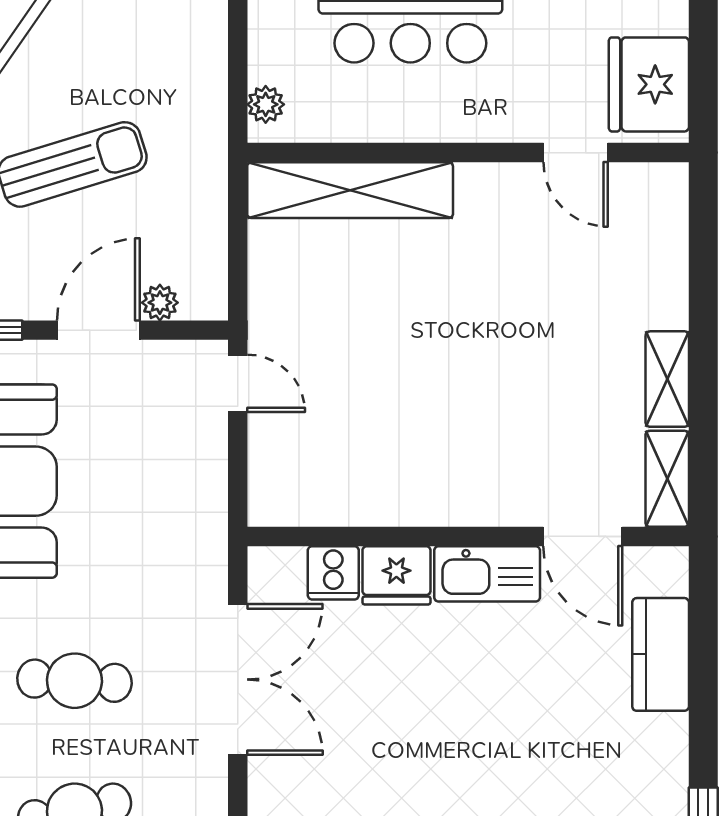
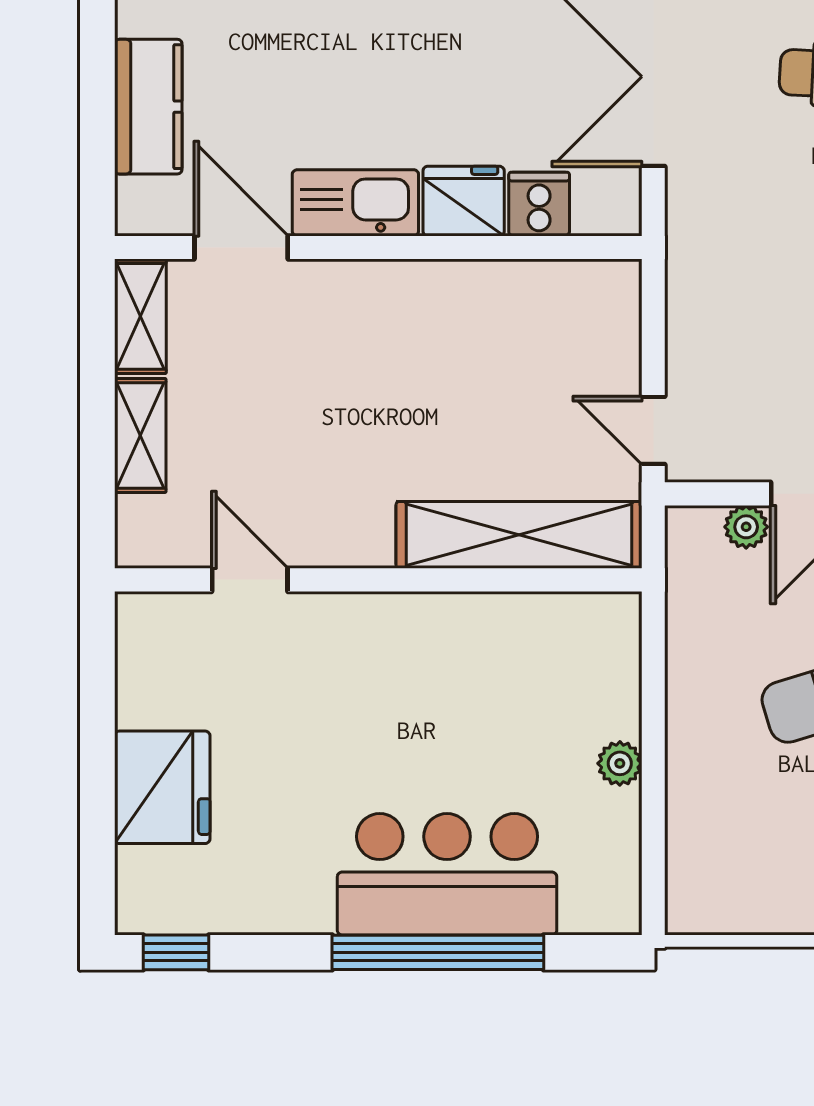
wall: (468, 153) -> (378, 580), moved
door: (576, 153) -> (250, 580), moved
shelving: (350, 190) -> (519, 535), moved

